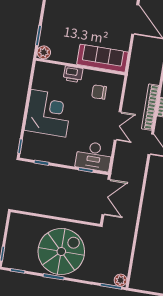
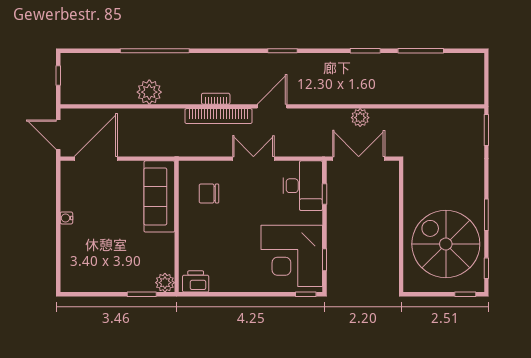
printer: (73, 74) -> (196, 281), moved, turned -90
chair: (99, 92) -> (209, 193), turned 91
corner desk: (48, 113) -> (292, 256), moved, turned -90
spiral stairs: (61, 252) -> (446, 244), moved
plant: (121, 280) -> (360, 118), moved

